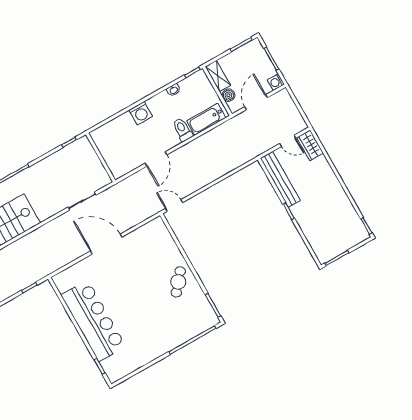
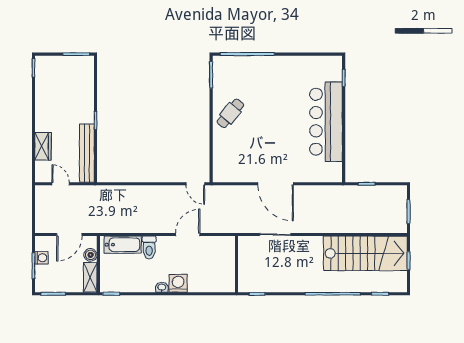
washing machine: (276, 82) -> (41, 258), moved
washbasin: (174, 90) -> (162, 287), moved
wardrobe: (310, 145) -> (43, 146), moved

